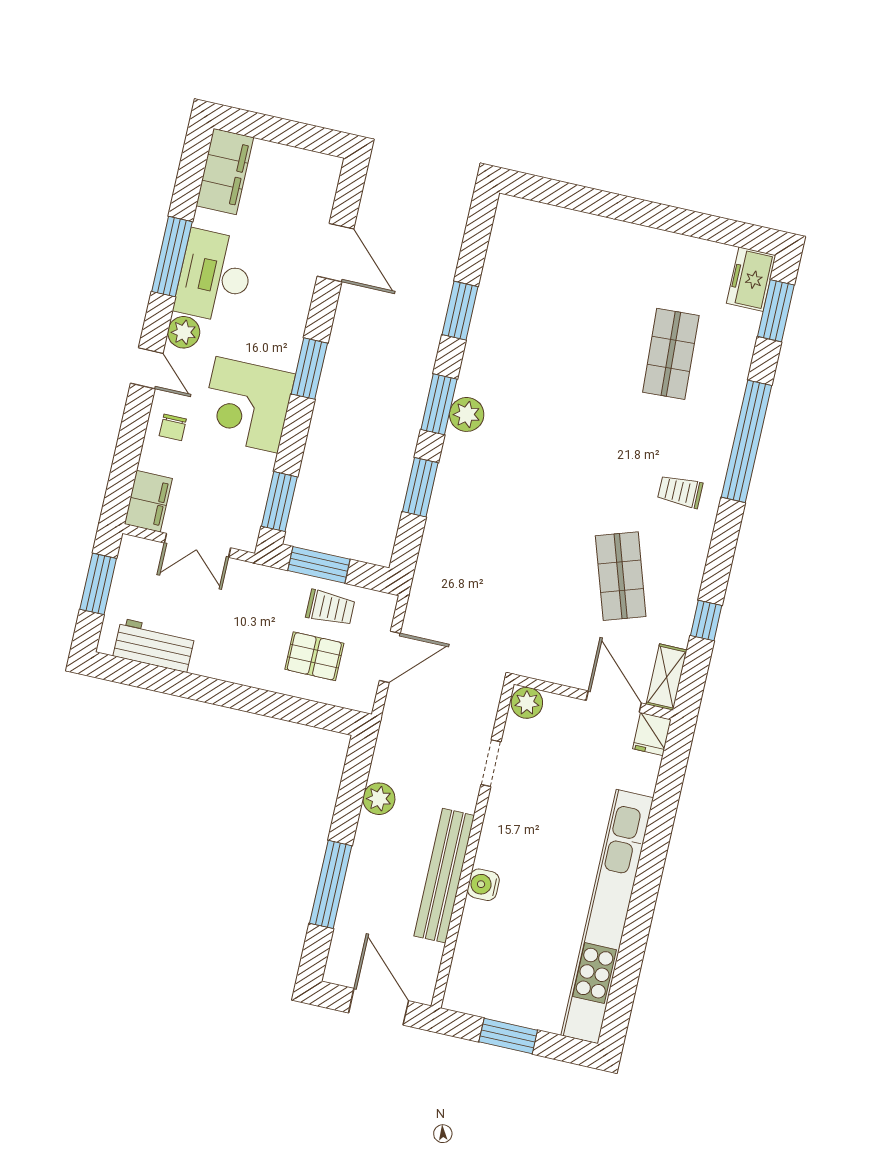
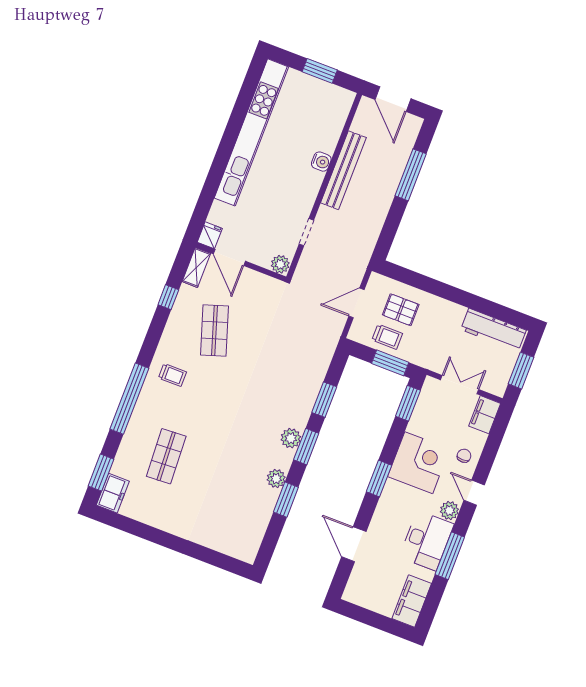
trolley: (330, 608) -> (387, 337), turned 180
workbench: (154, 645) -> (494, 330), width x1.38
plant: (379, 799) -> (276, 479), moved

